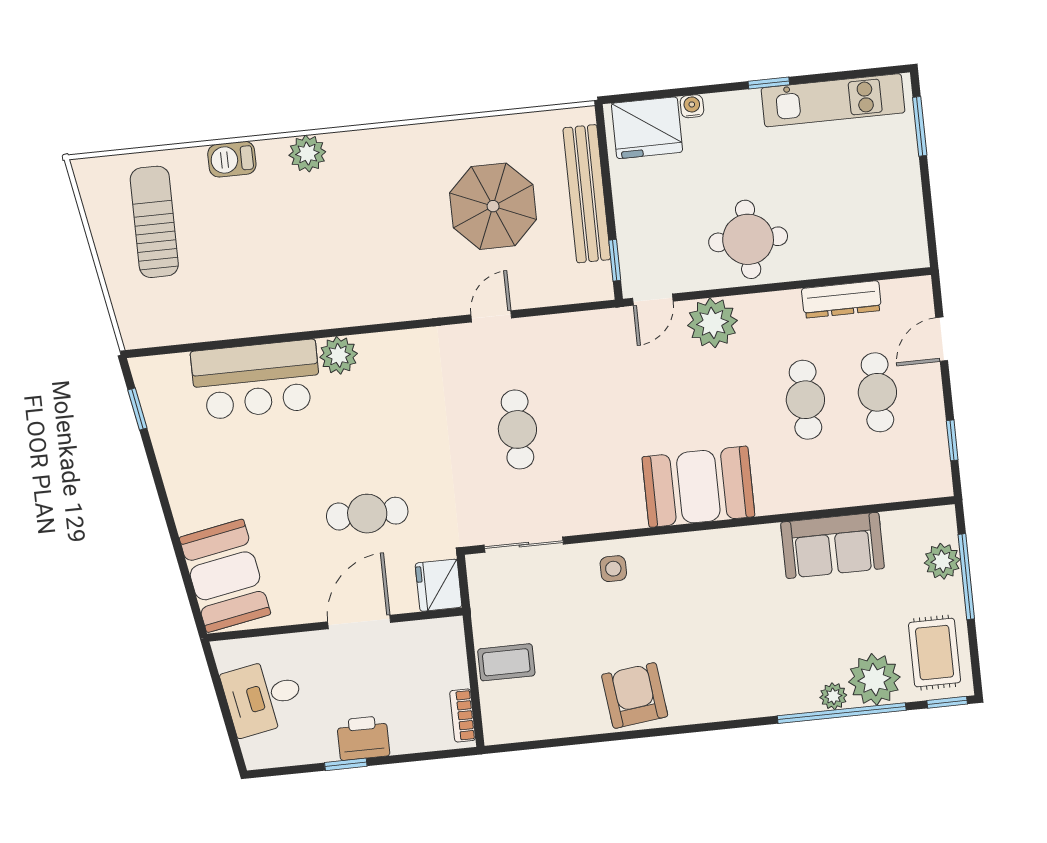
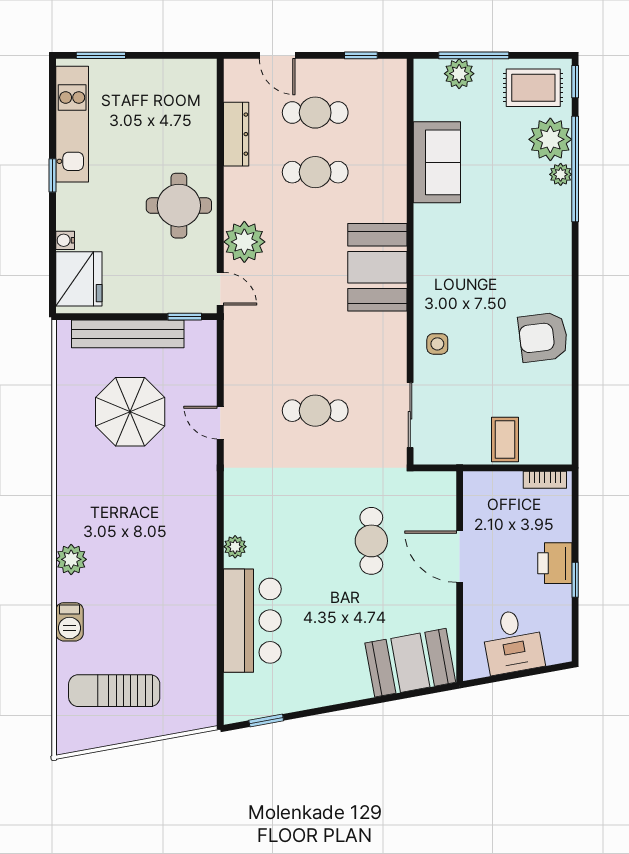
plant: (339, 355) -> (235, 547), width x0.73, depth x0.73
fridge: (439, 585) -> (436, 489), removed

